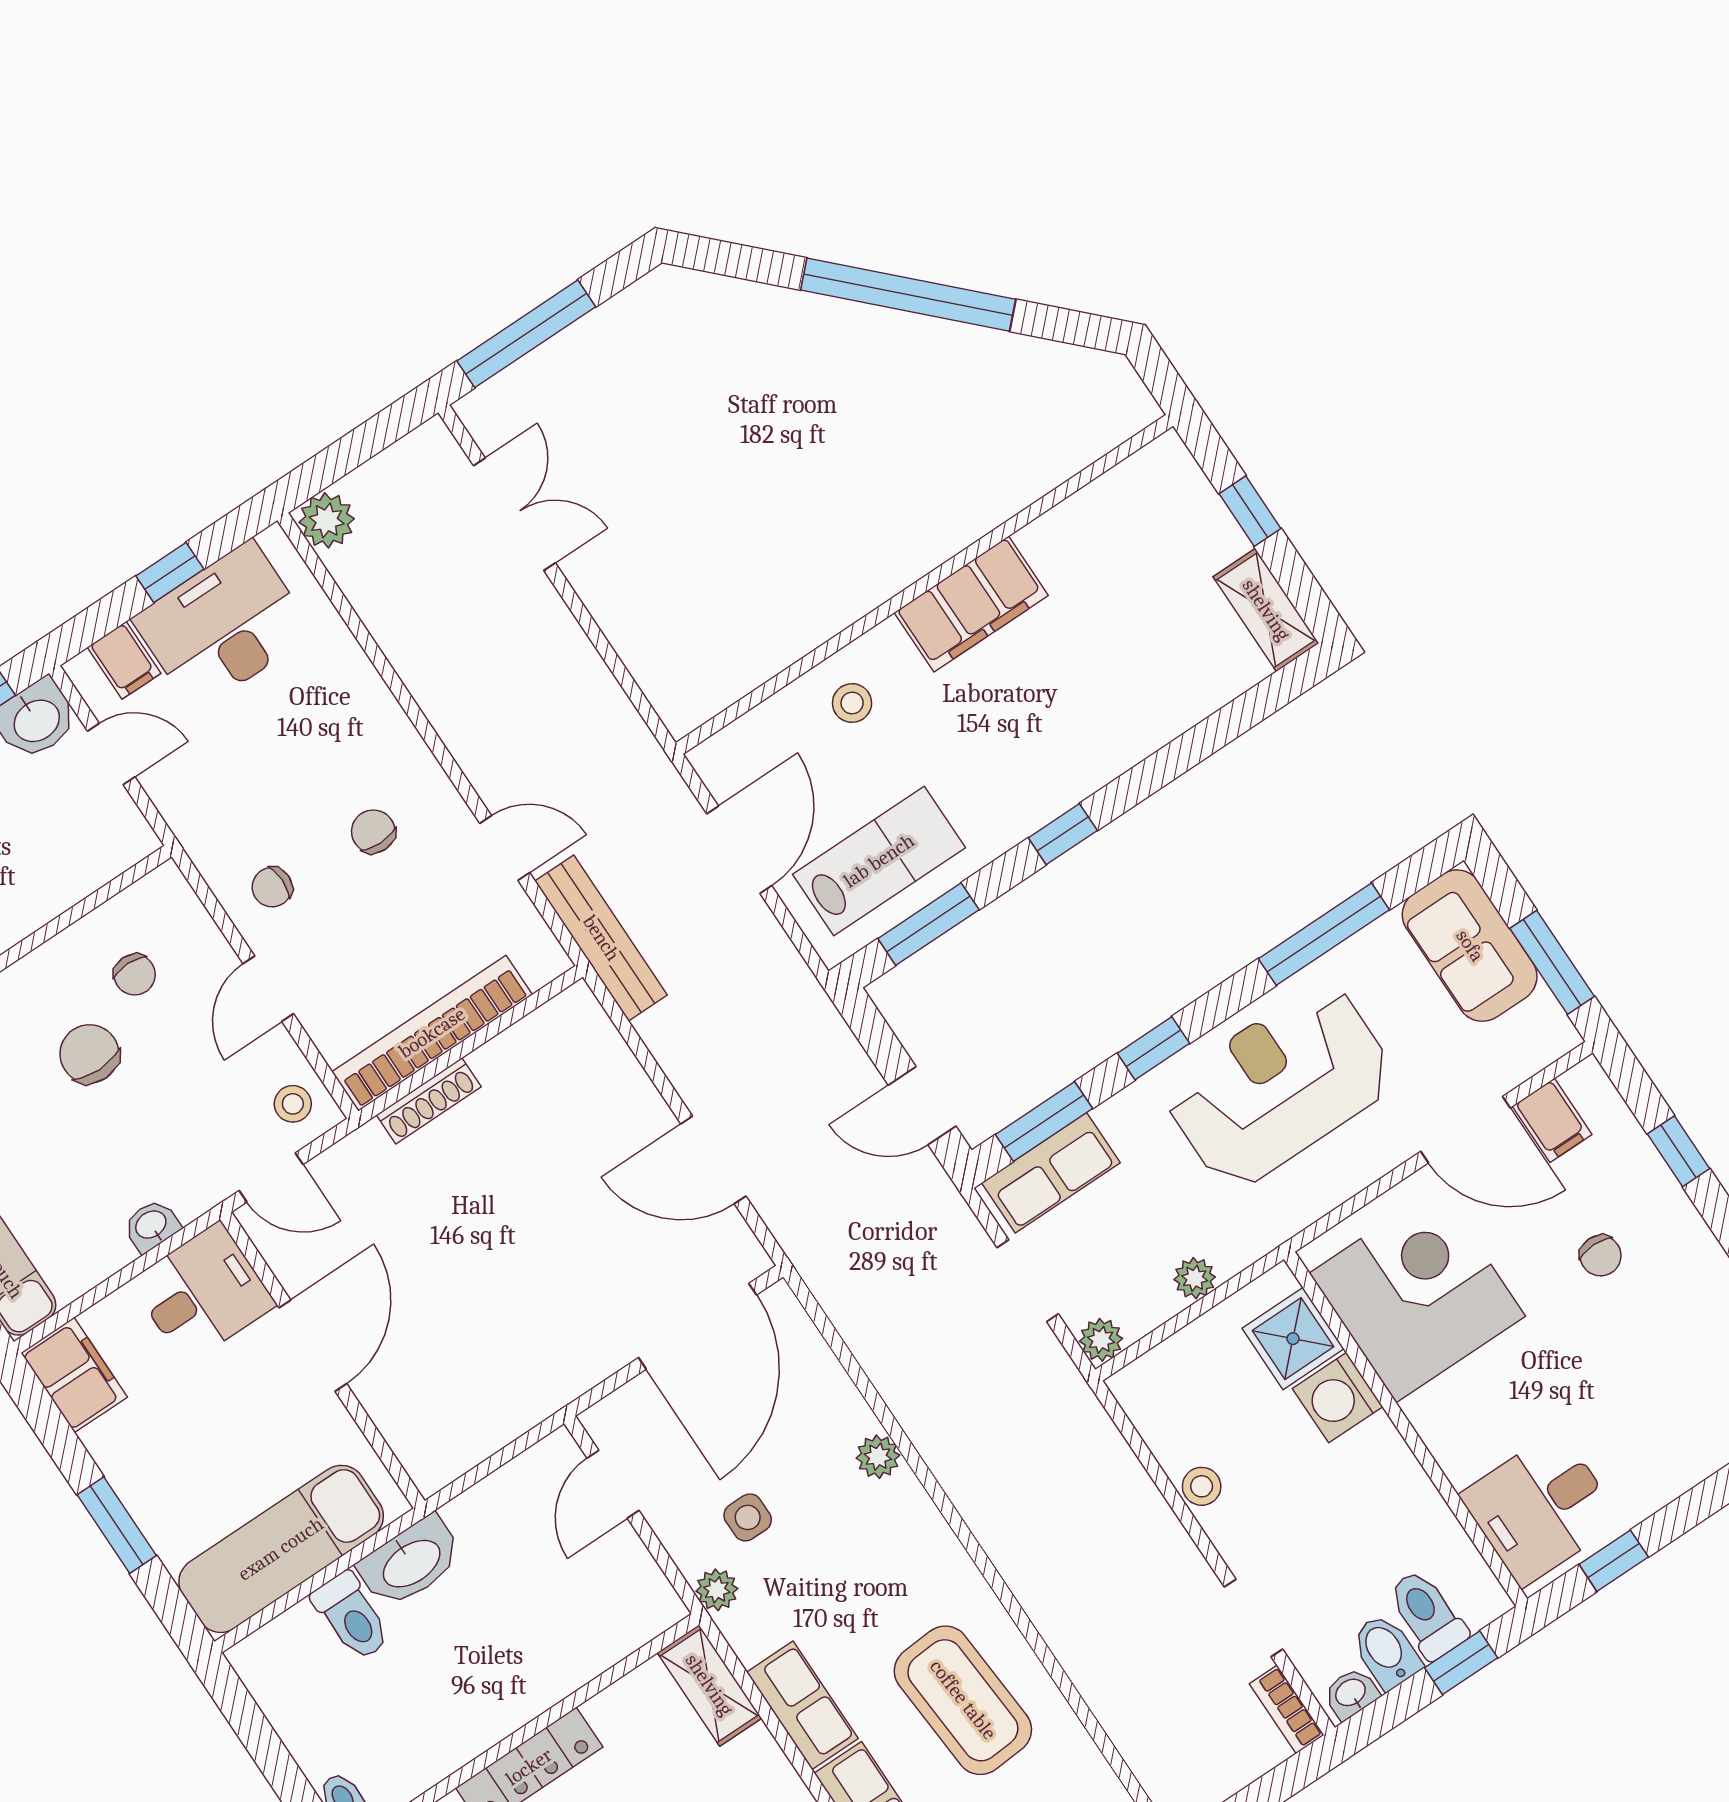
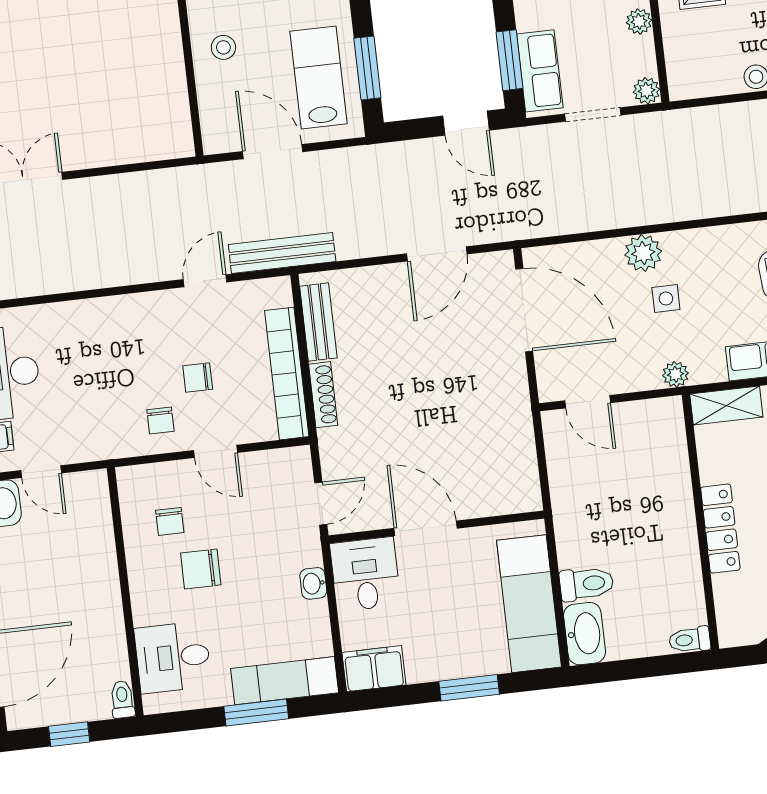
door: (111, 754) -> (41, 472), swing flipped
chair: (373, 831) -> (198, 378), moved
chair: (135, 975) -> (170, 521), turned 90
bench: (529, 1041) -> (318, 322), added
stool: (293, 1104) -> (286, 471), removed
door: (922, 1106) -> (466, 123), hinge flipped
plant: (878, 1457) -> (643, 253), width x1.38, depth x1.38
side table: (748, 1517) -> (666, 299), moved
washbasin: (411, 1562) -> (585, 634), moved

